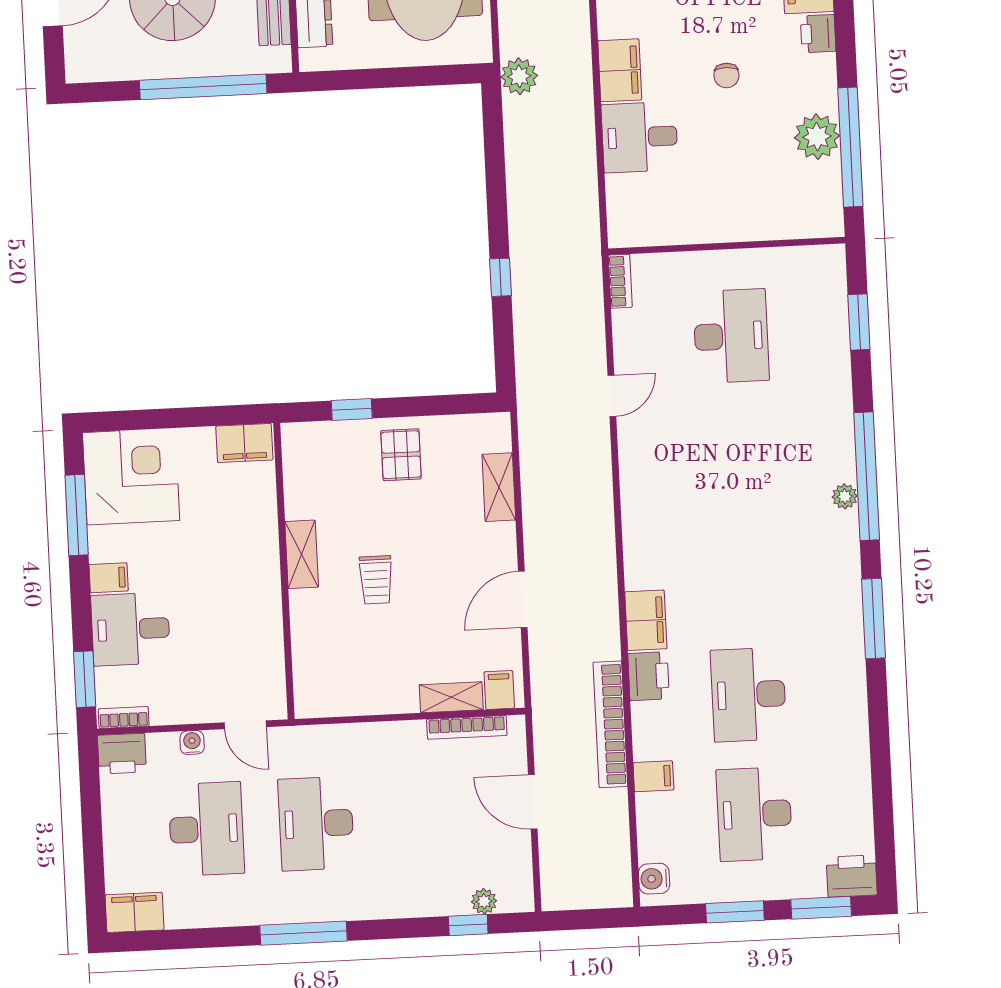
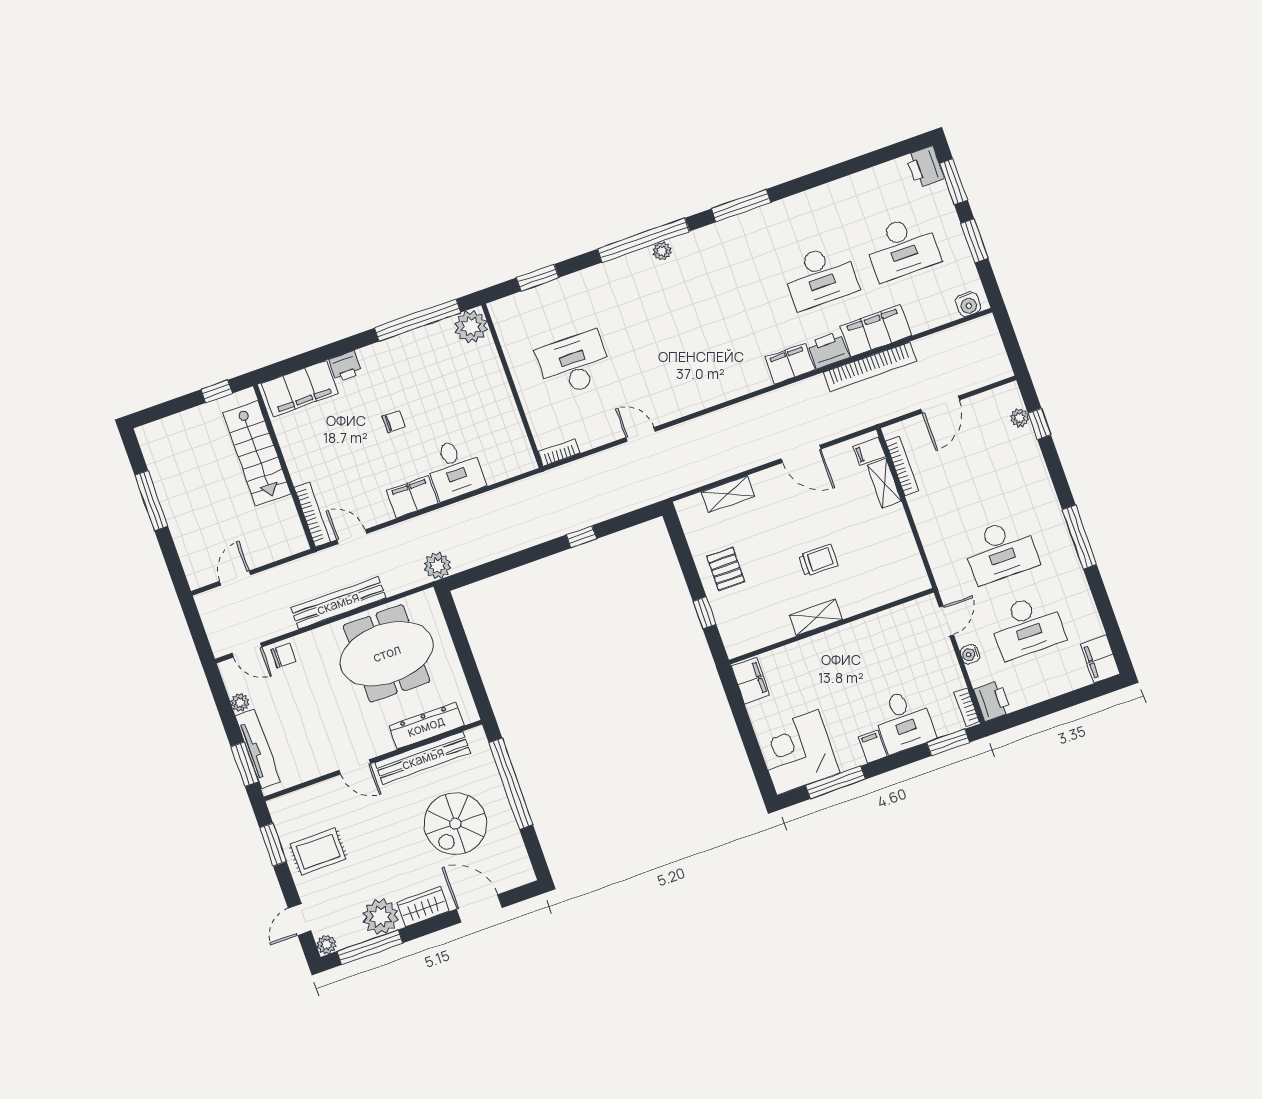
plant: (817, 137) -> (471, 327), moved
pallet: (401, 455) -> (726, 569), turned 90
filing cabinet: (653, 776) -> (876, 331), width x3.00, depth x1.17
desk: (206, 829) -> (1027, 626), turned 180

